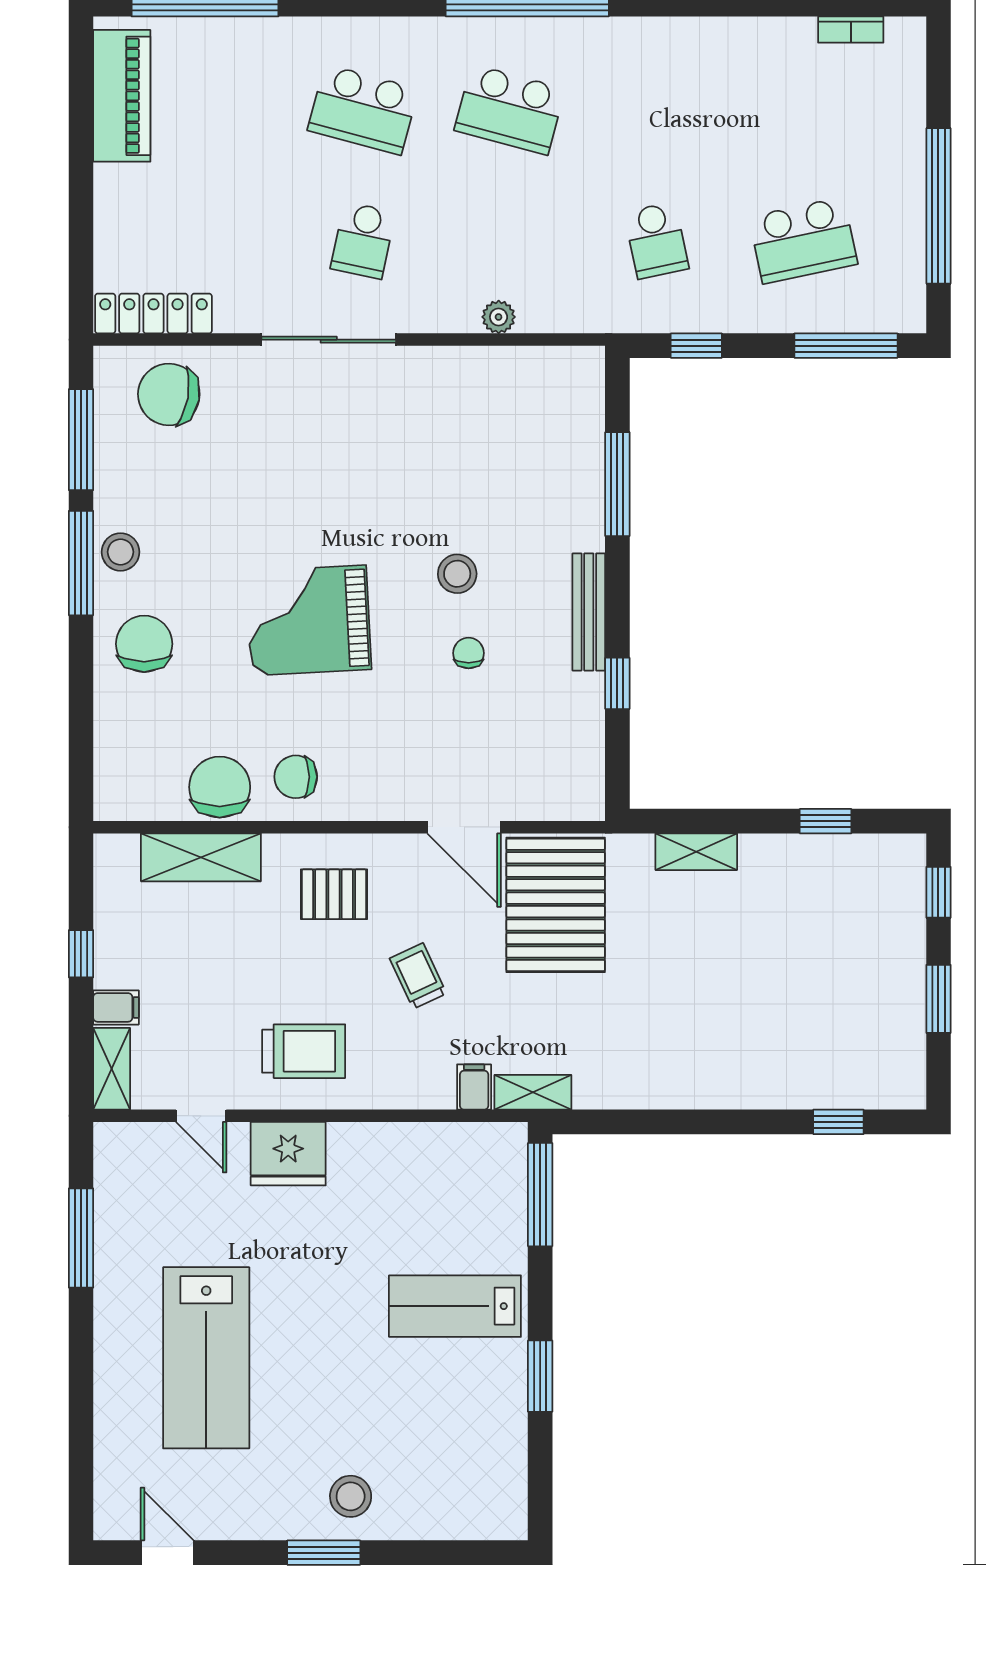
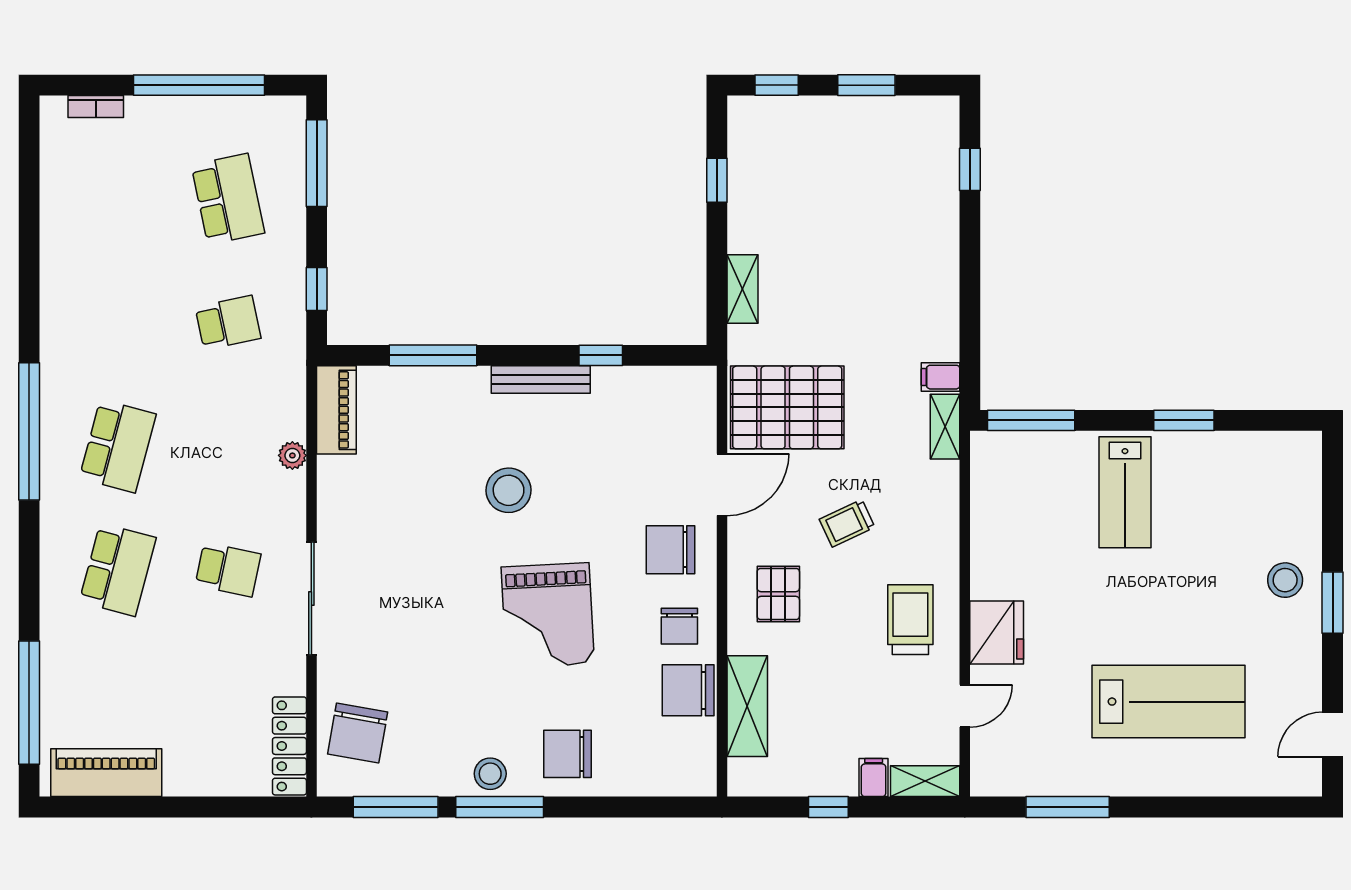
bookcase: (851, 30) -> (96, 106), moved, turned 90
piano: (553, 369) -> (336, 410), added
stool: (457, 574) -> (509, 490), width x1.38, depth x1.38
chair: (469, 653) -> (671, 550), moved, width x1.87, depth x1.87
filing cabinet: (474, 1087) -> (941, 377), moved

